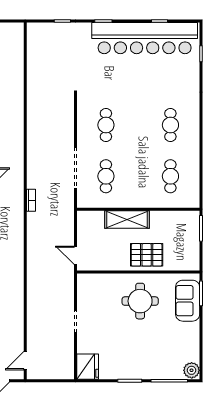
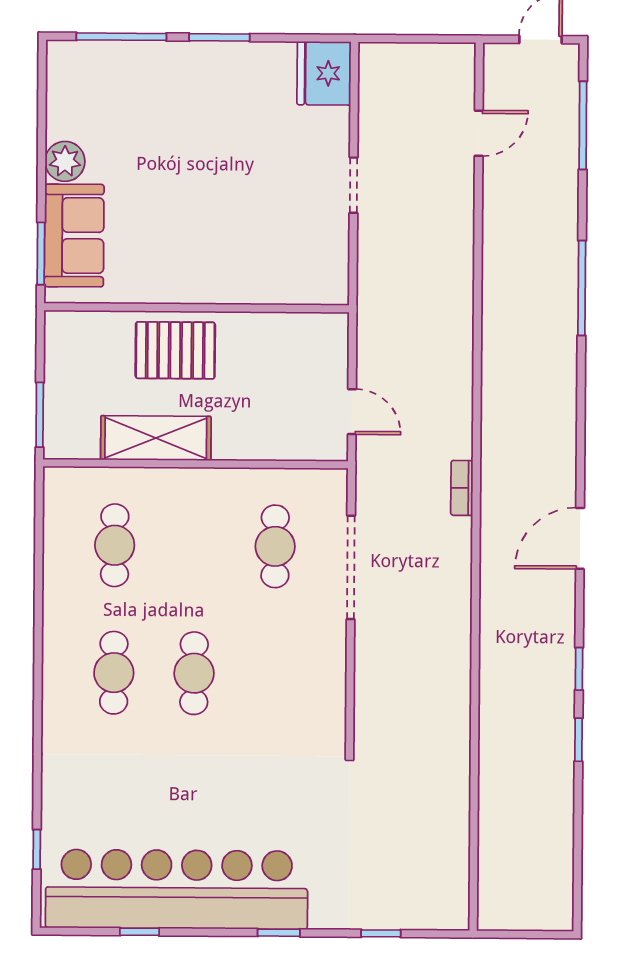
cafe table: (106, 125) -> (194, 673), moved
shelving: (127, 219) -> (156, 438), moved
door: (75, 255) -> (352, 412), moved
round table: (140, 301) -> (192, 235), removed
door: (25, 361) -> (479, 133), moved
plant: (192, 370) -> (65, 161), moved

